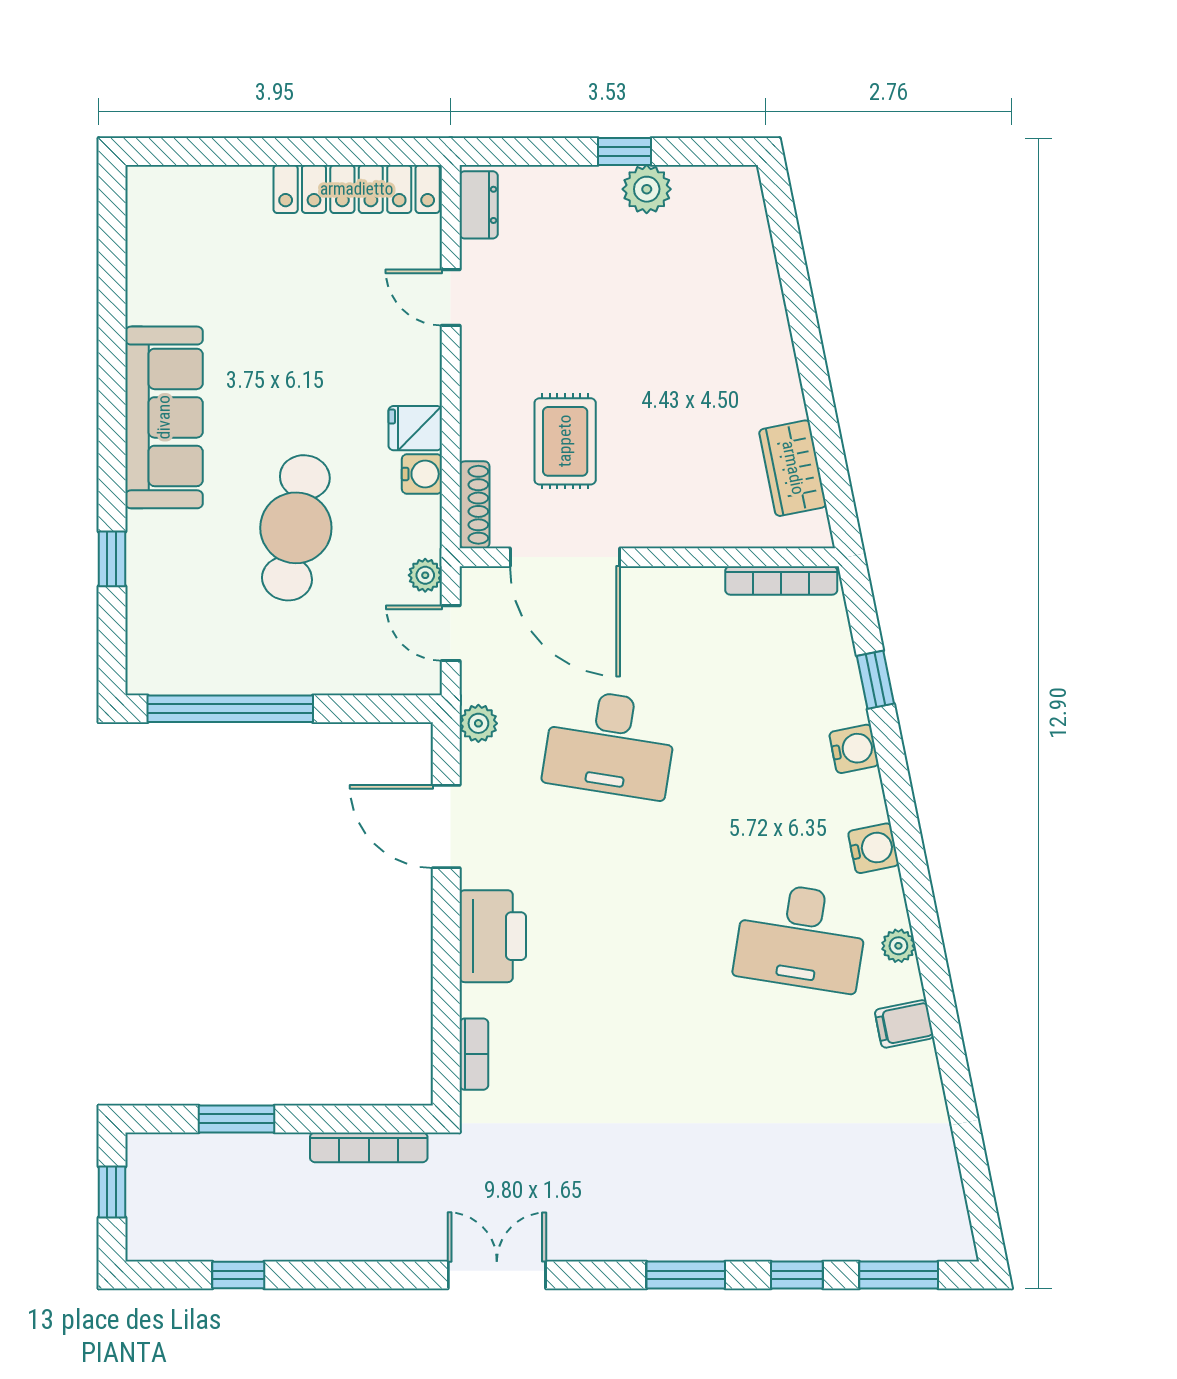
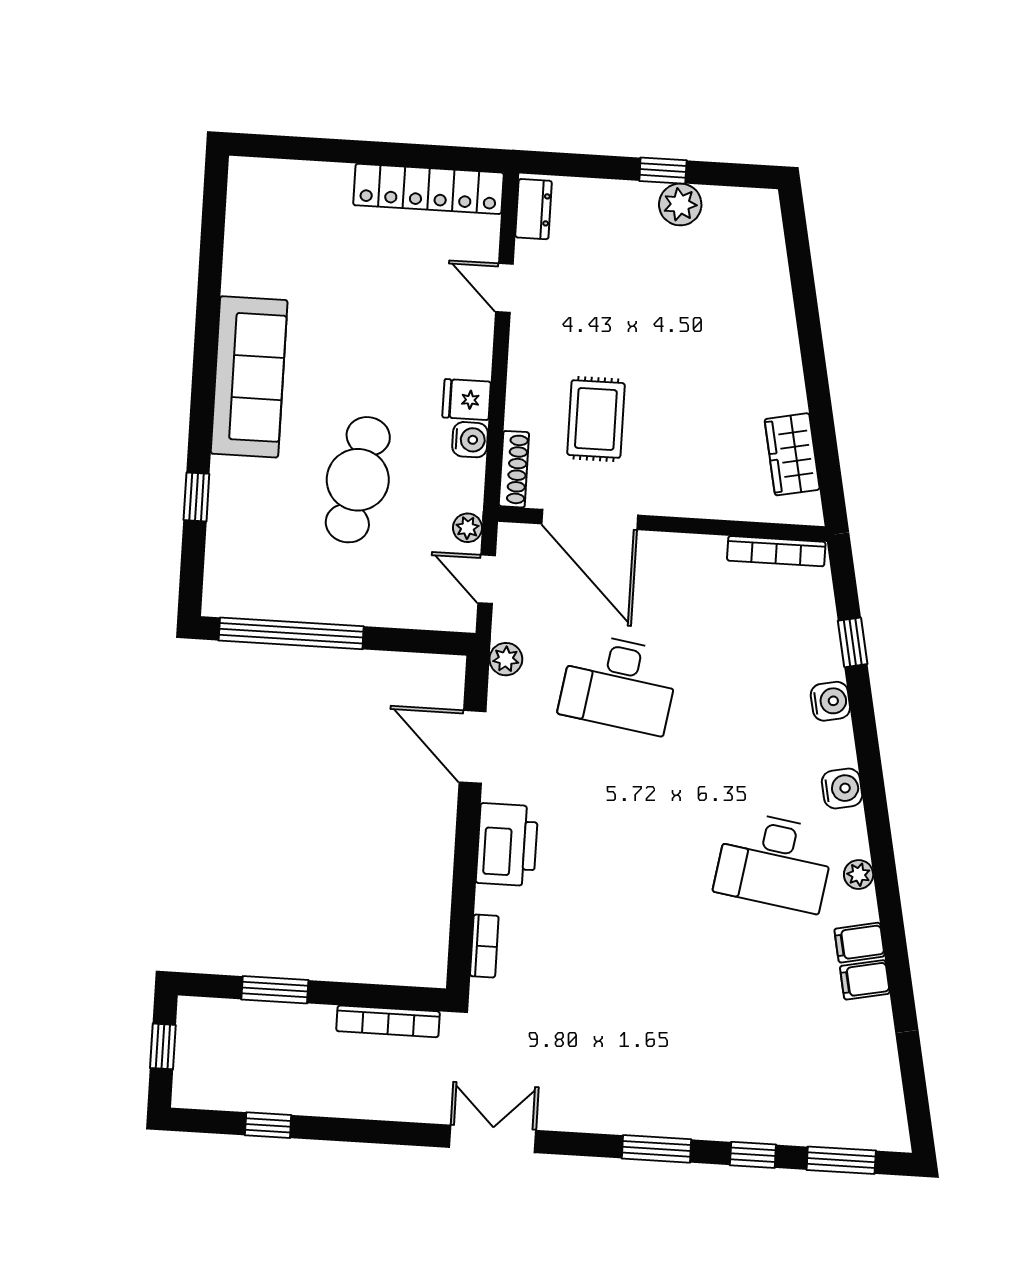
filing cabinet: (913, 1066) -> (865, 980), added

